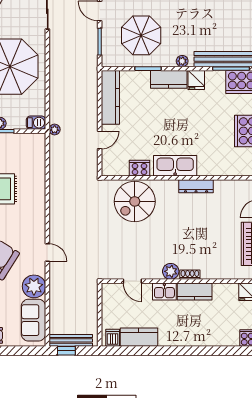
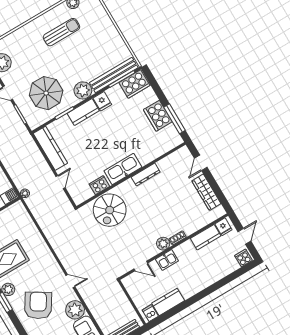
plant: (182, 61) -> (83, 90), width x1.87, depth x1.87
kitchen counter: (195, 292) -> (206, 237), moved

